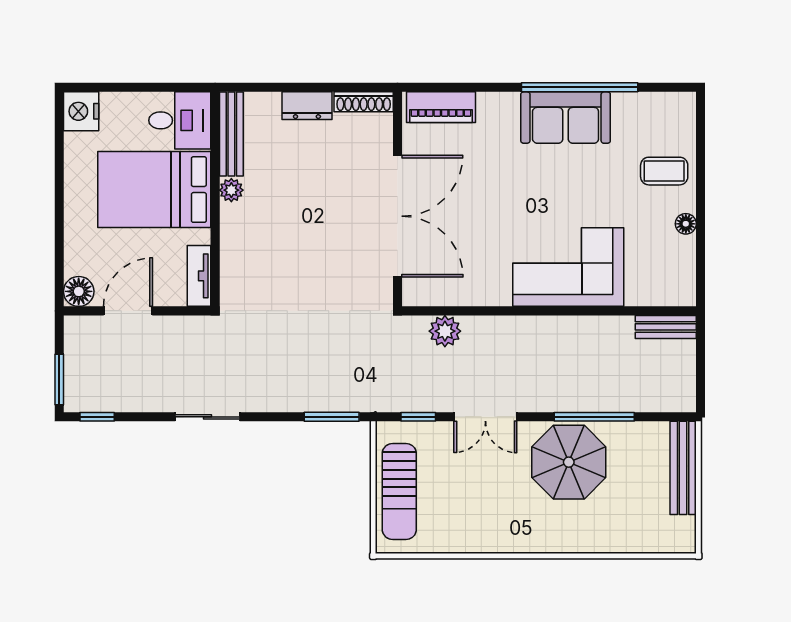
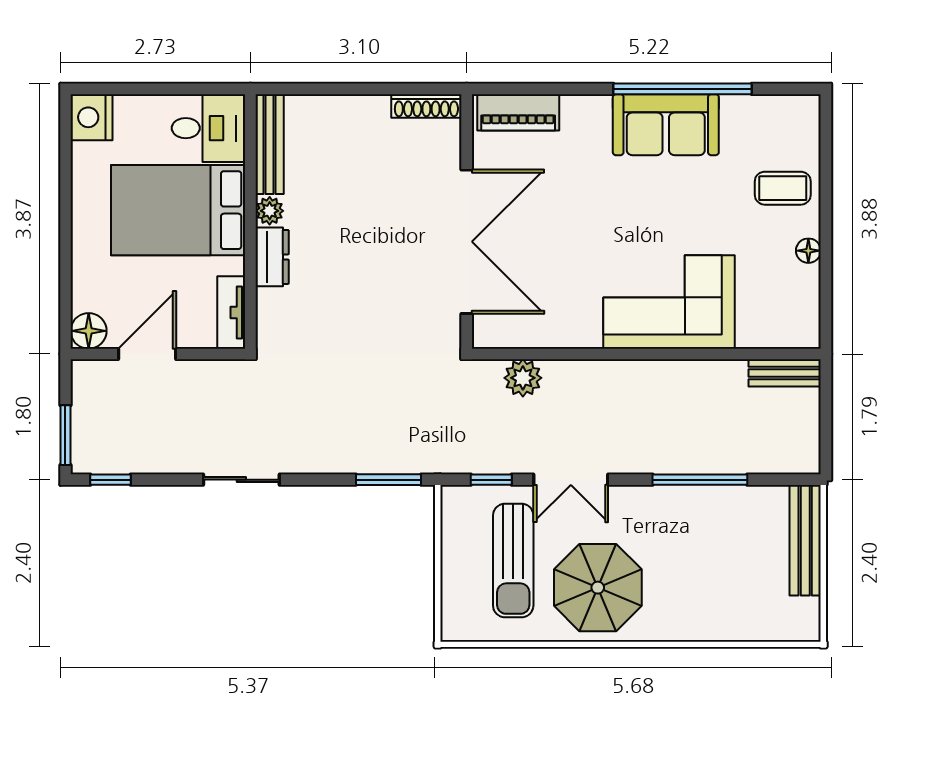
dresser: (307, 106) -> (272, 257), moved, turned -90
parasol: (569, 462) -> (598, 588), moved
sun lounger: (399, 491) -> (513, 560), moved

